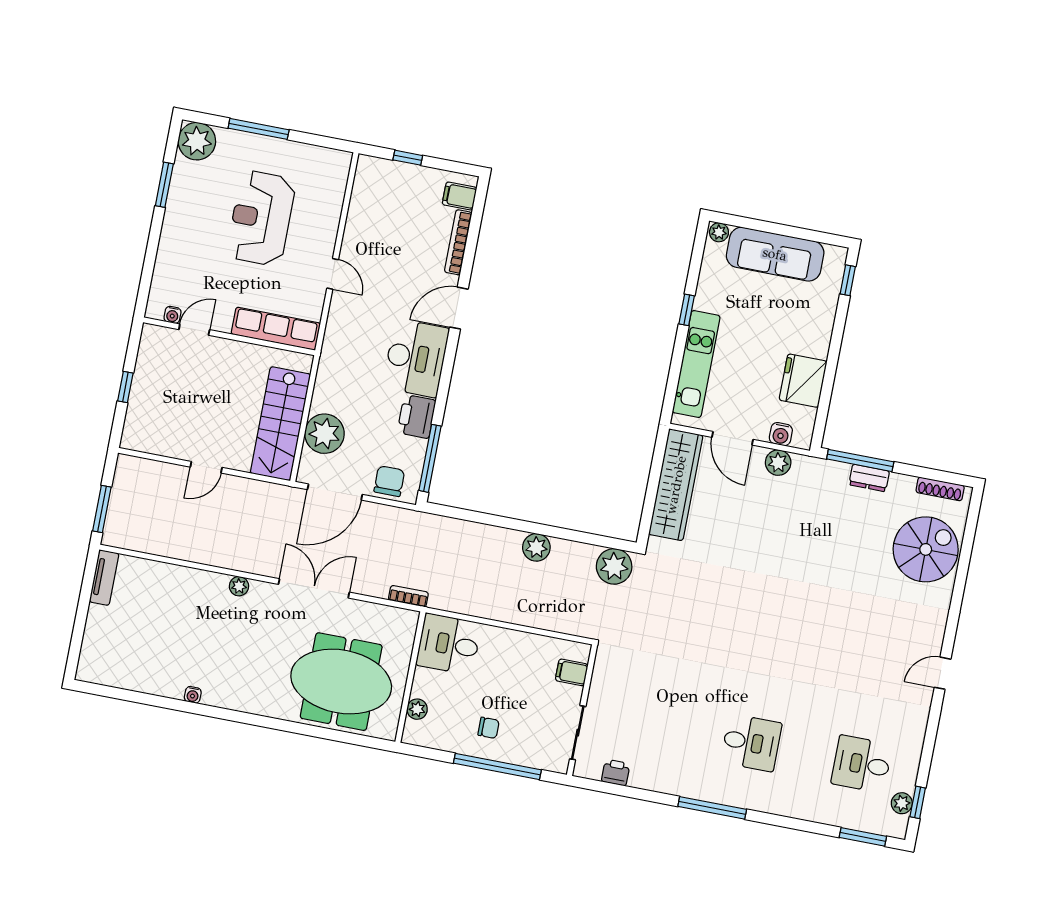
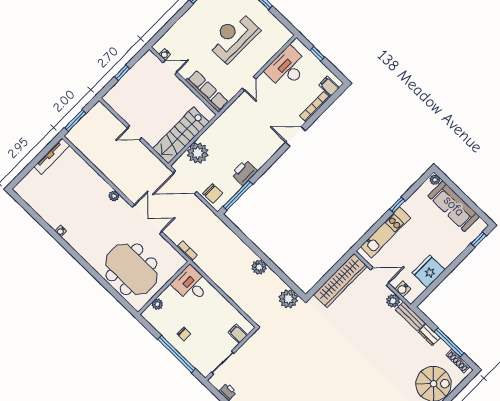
desk: (416, 358) -> (287, 68), moved, turned 180
door: (733, 438) -> (380, 276), swing flipped
window: (860, 460) -> (449, 342), moved
bench: (821, 469) -> (410, 316), added
chair: (389, 481) -> (213, 193), turned 90
tv unit: (104, 578) -> (52, 156), width x1.41

